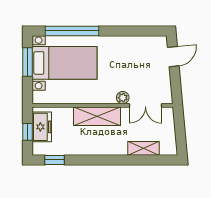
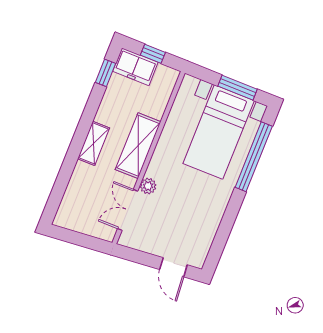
freezer: (42, 127) -> (135, 67), moved
shelving: (144, 148) -> (94, 143), moved

